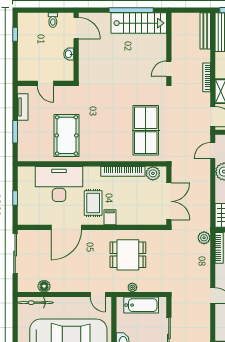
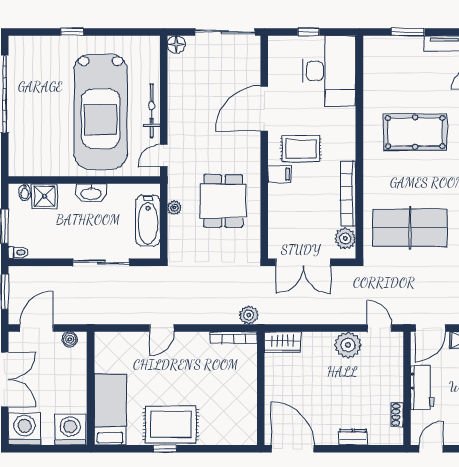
pool table: (67, 135) -> (415, 132), moved
desk: (59, 184) -> (329, 71), moved
door: (66, 227) -> (264, 109), hinge flipped
floor lamp: (44, 286) -> (176, 44), moved
bicycle: (35, 303) -> (152, 111), moved

